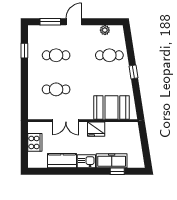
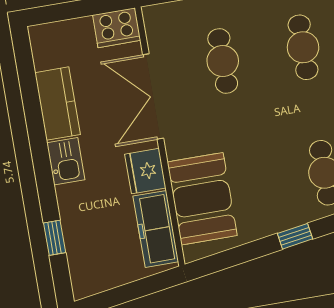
double door: (66, 121) -> (153, 97), width x1.37
cooker: (35, 142) -> (117, 28), moved
freezer: (112, 161) -> (156, 229), moved, turned 180

